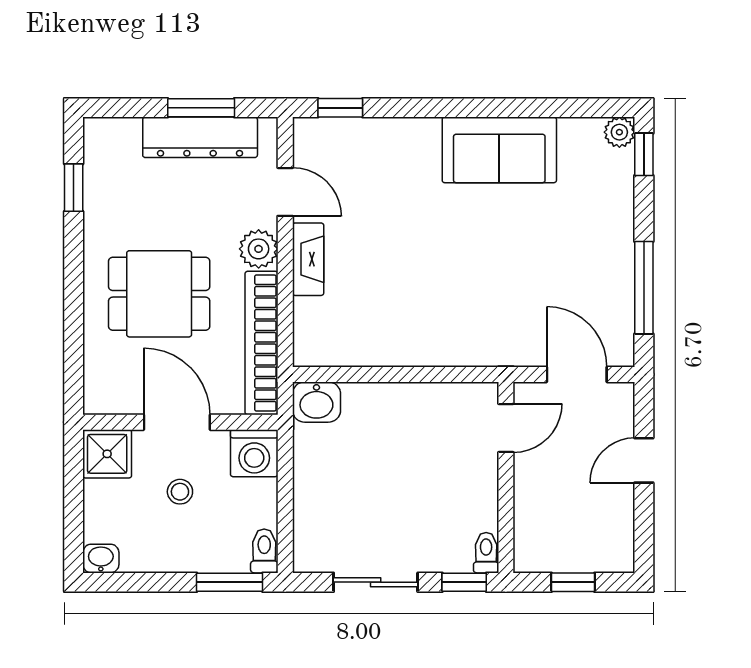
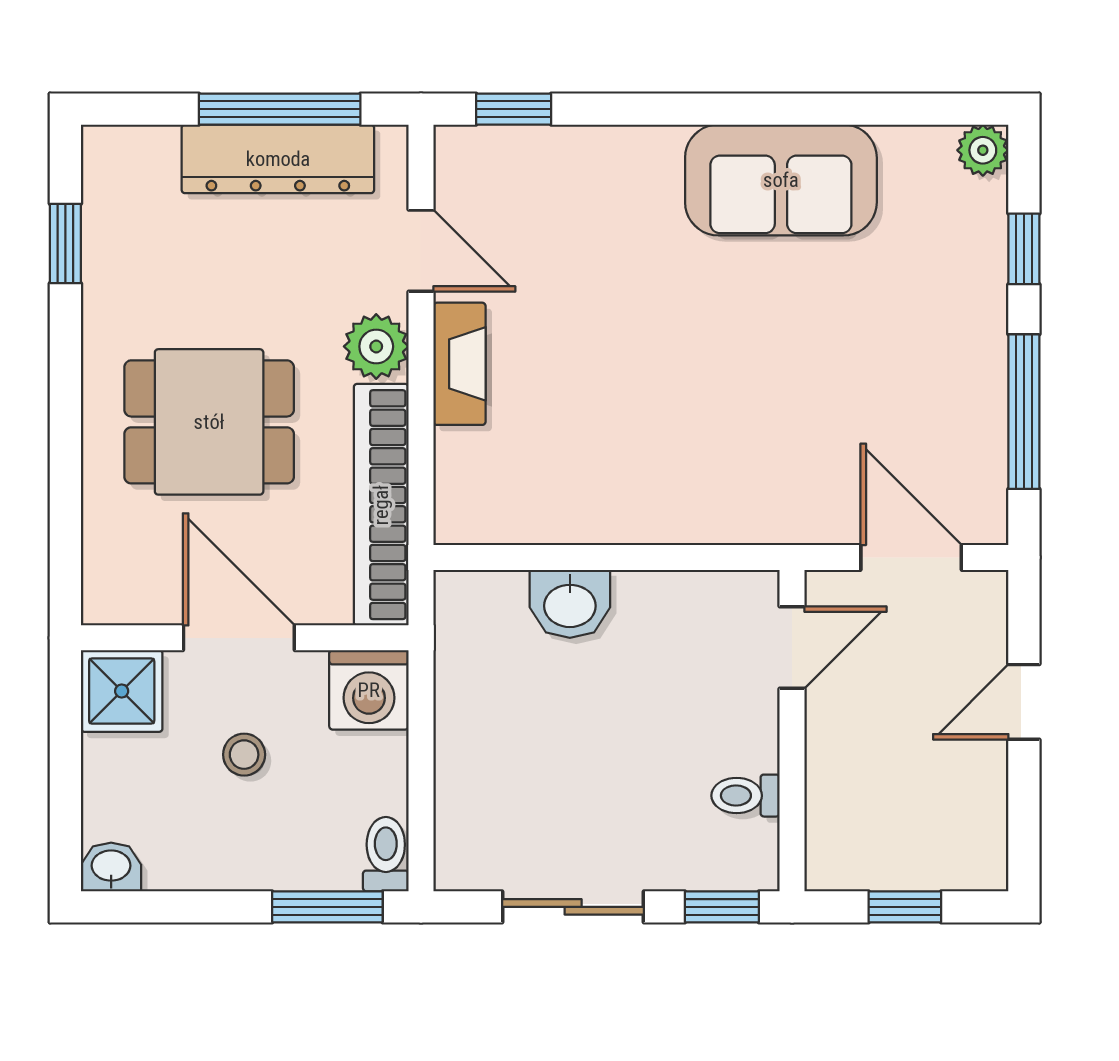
window: (201, 108) -> (280, 109), width x1.44
window: (644, 154) -> (1024, 249), moved
washbasin: (316, 402) -> (570, 604), moved
toilet: (486, 553) -> (745, 796), moved, turned -90

